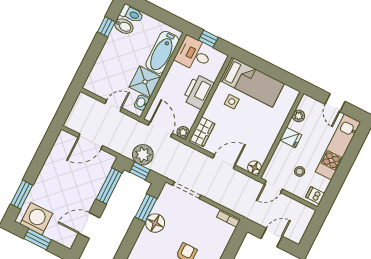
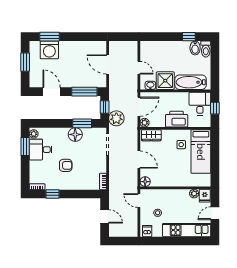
fridge: (291, 138) -> (205, 196), moved
plant: (143, 155) -> (116, 118), moved
washing machine: (36, 219) -> (49, 50), moved, turned 90

